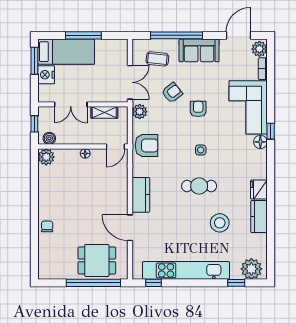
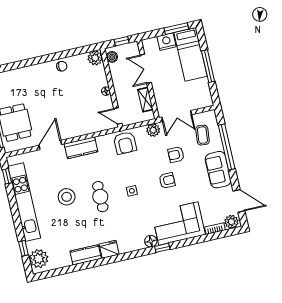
armchair: (172, 93) -> (176, 155), turned 128
stool: (220, 223) -> (67, 197), moved
chair: (47, 226) -> (62, 66), moved

